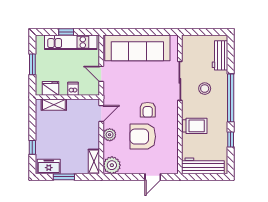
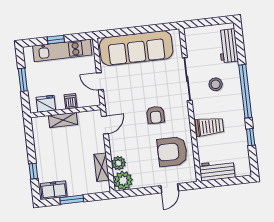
shelving: (54, 105) -> (63, 120), moved
plant: (110, 135) -> (119, 163), moved
armchair: (143, 137) -> (172, 152), moved
shelving: (94, 162) -> (102, 167), moved
workbench: (203, 166) -> (217, 171), width x0.73

